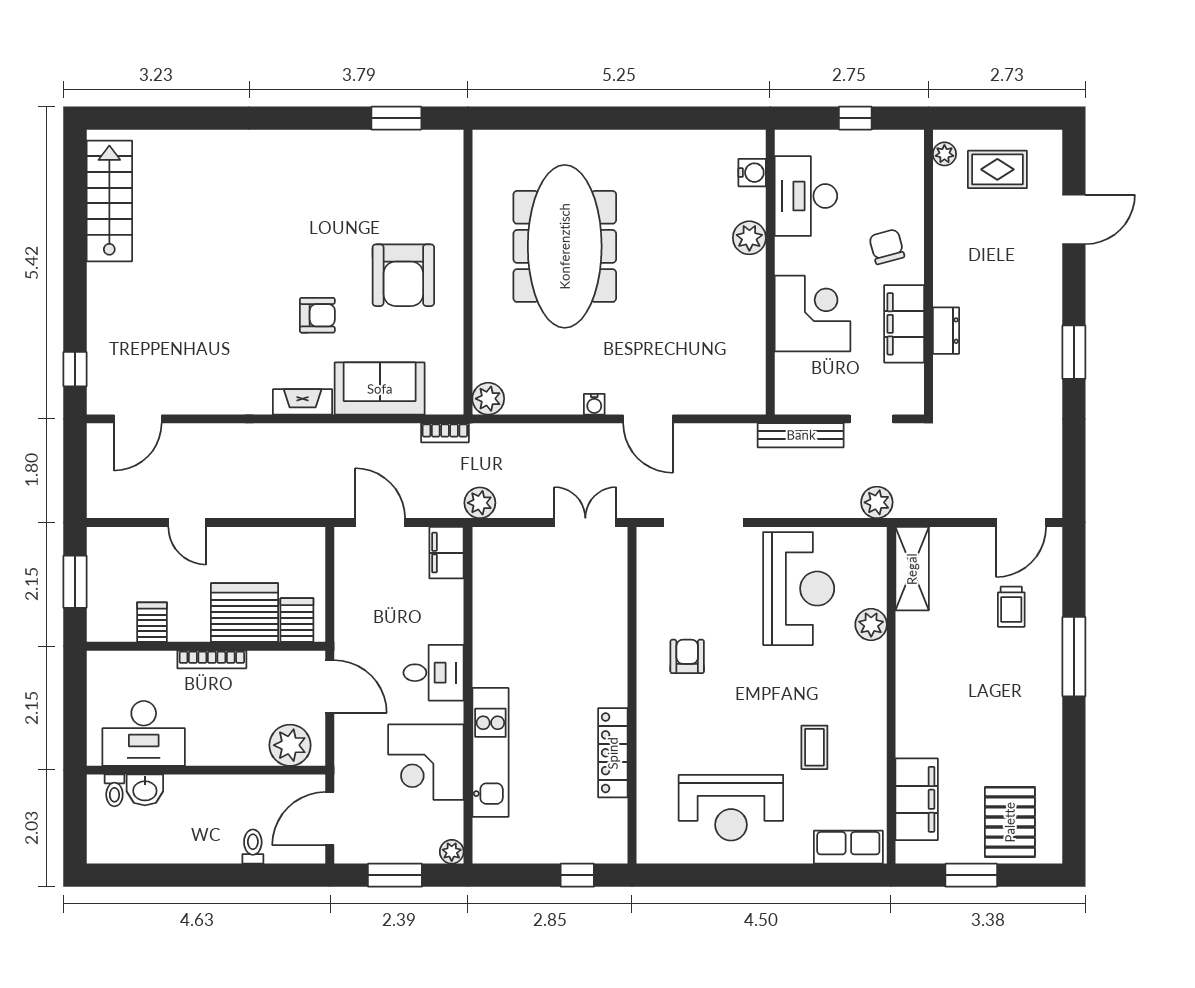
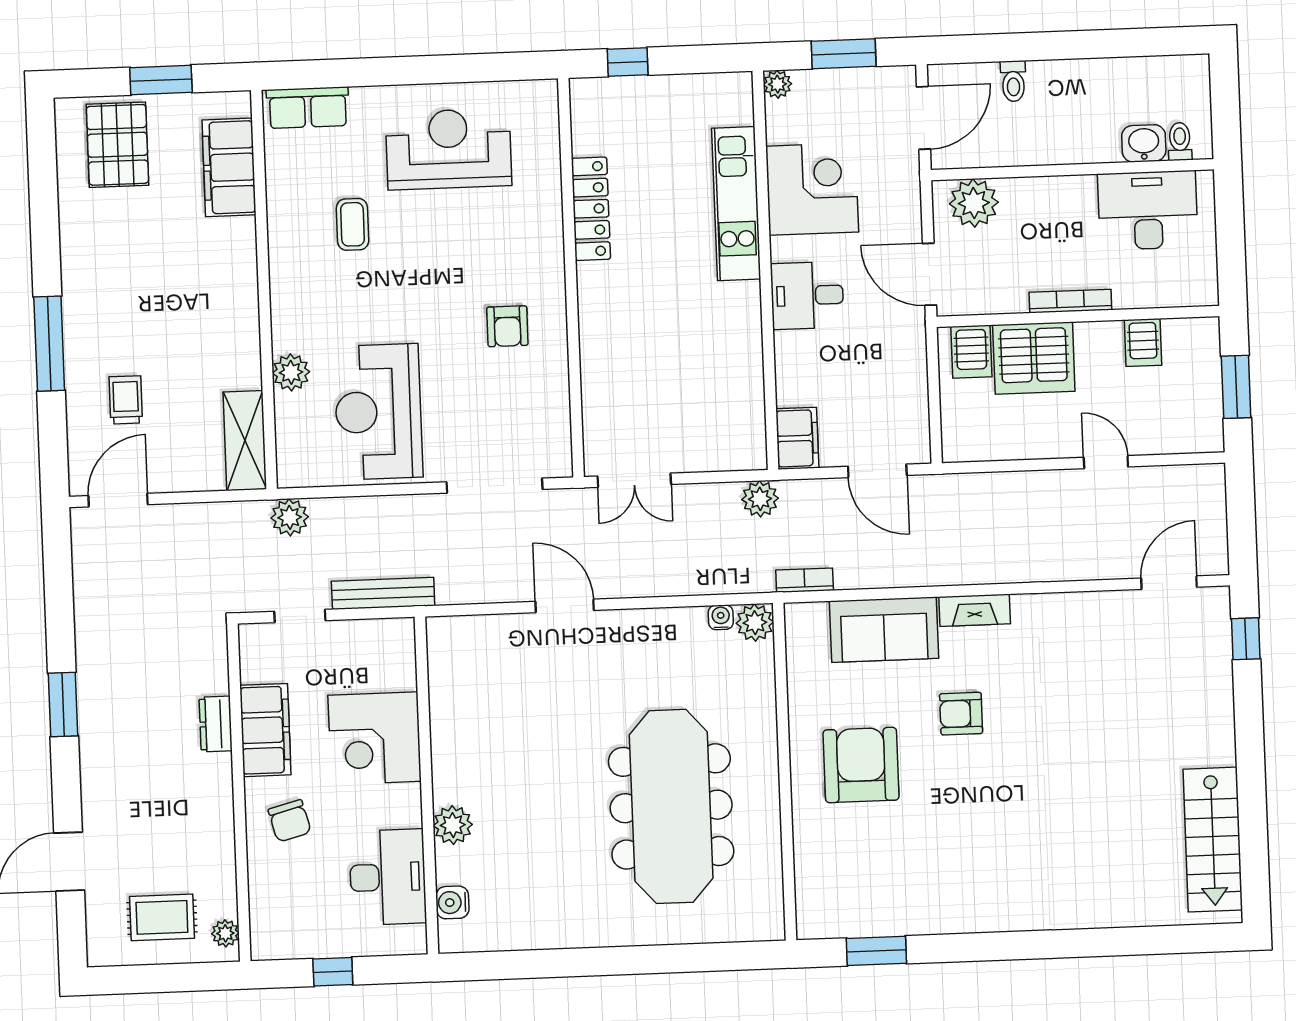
water cooler: (594, 404) -> (721, 617), moved

